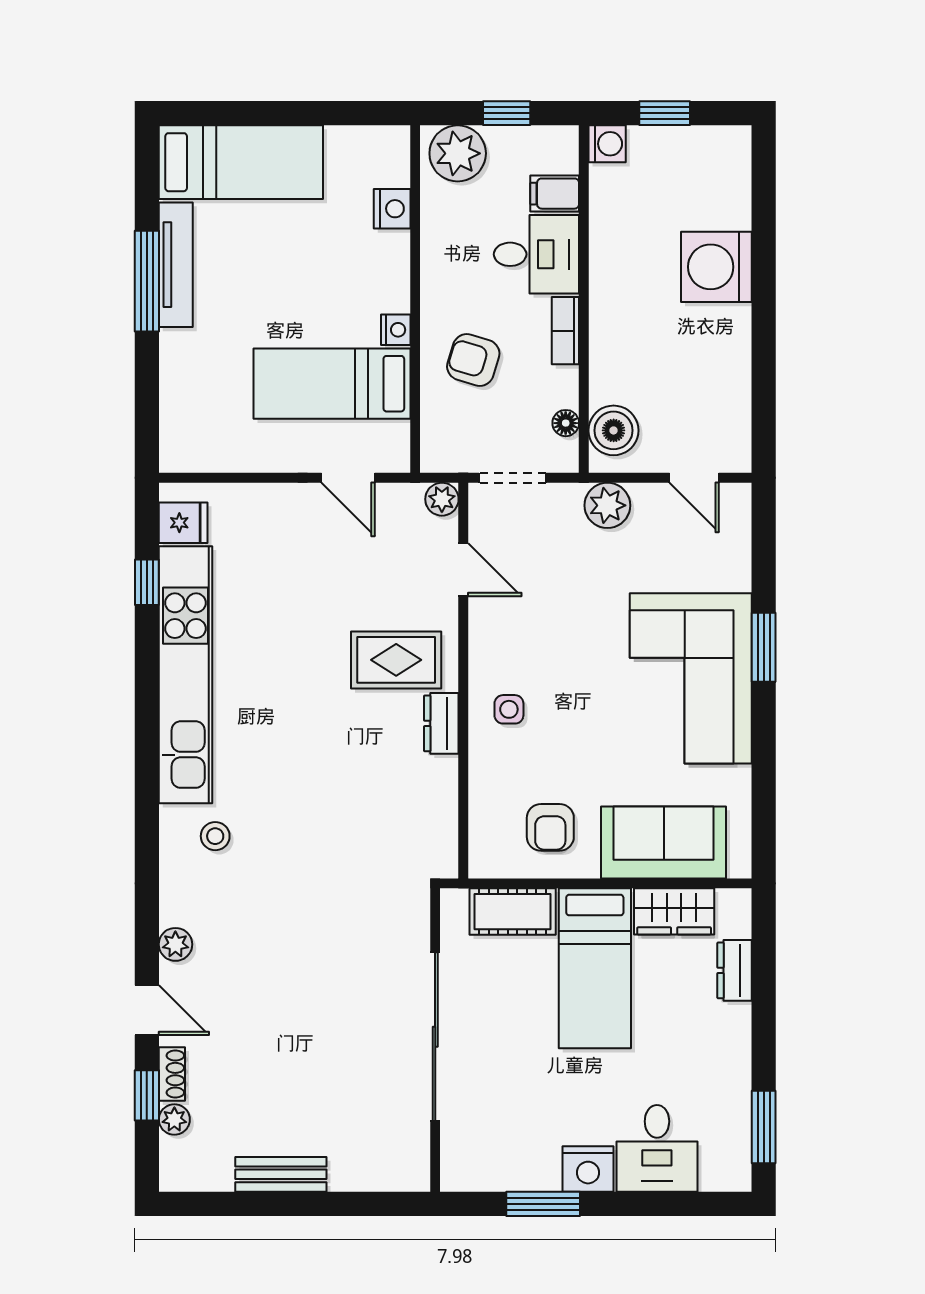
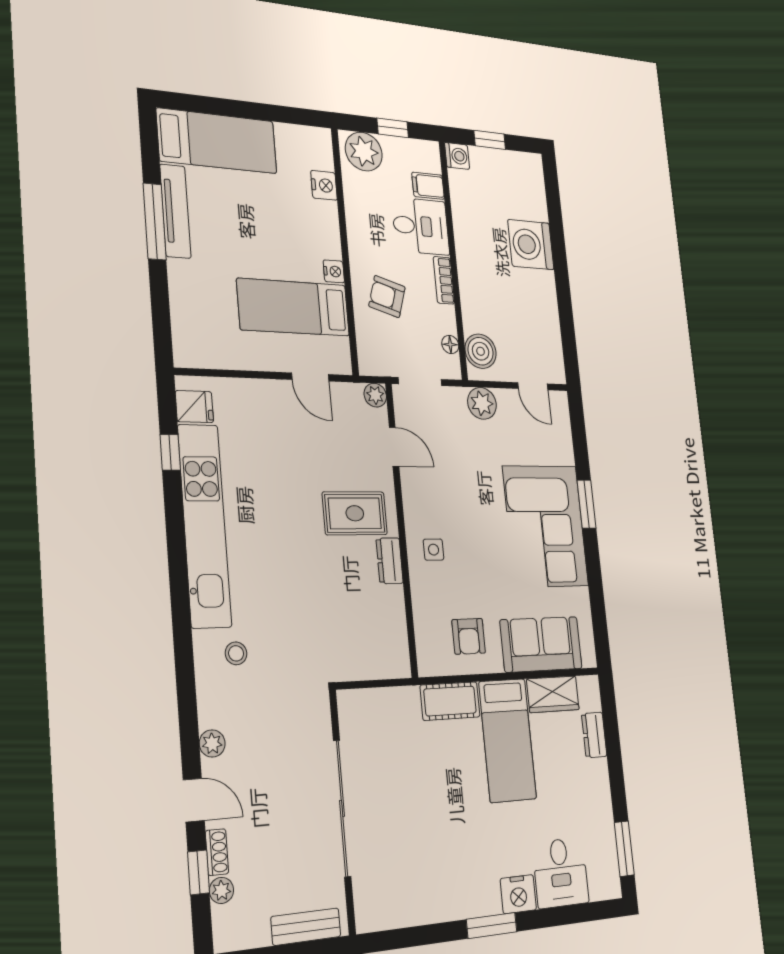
sliding door: (435, 1037) -> (342, 808), moved
wall: (435, 1040) -> (342, 811), moved

